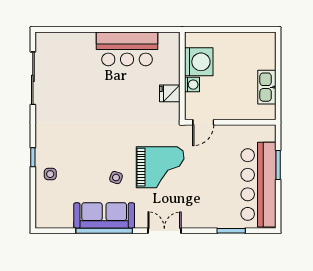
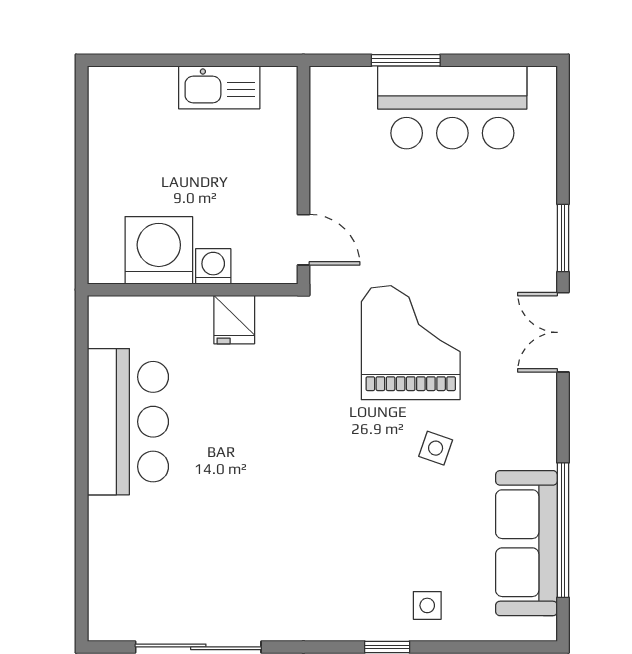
bar counter: (258, 185) -> (452, 107), width x0.73
sofa: (104, 216) -> (526, 543), moved
window: (104, 231) -> (563, 530), moved
window: (231, 231) -> (563, 238), moved

